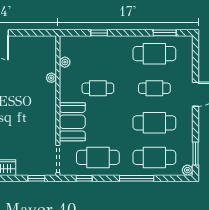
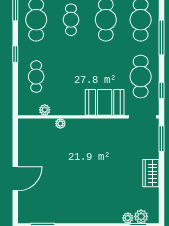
window: (99, 33) -> (15, 54), moved
cafe table: (98, 88) -> (36, 77), moved
window: (36, 178) -> (162, 139), width x1.50

